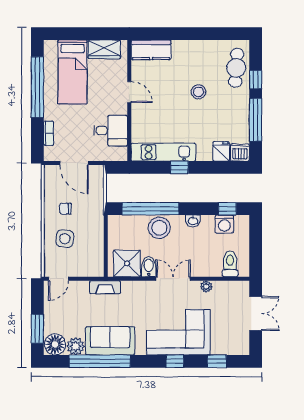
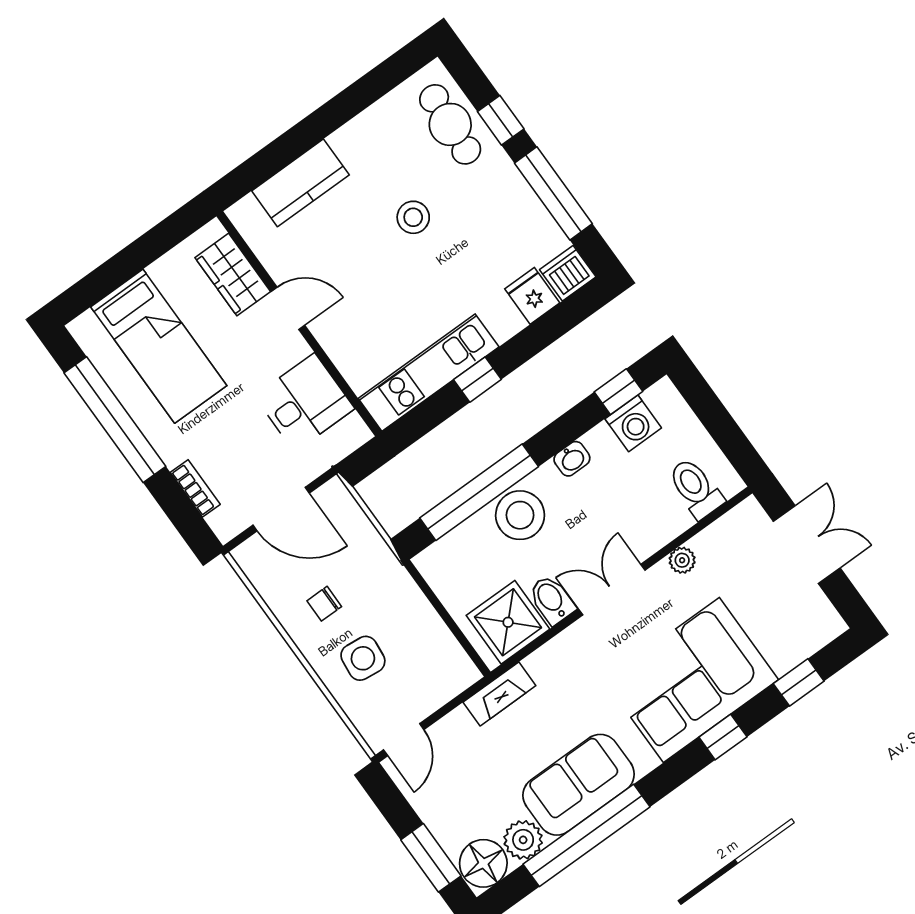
wardrobe: (104, 49) -> (233, 275), moved, turned 90
kitchen counter: (151, 50) -> (300, 183), moved

